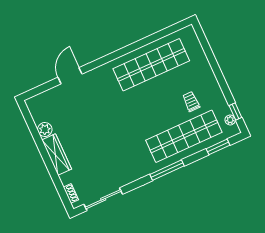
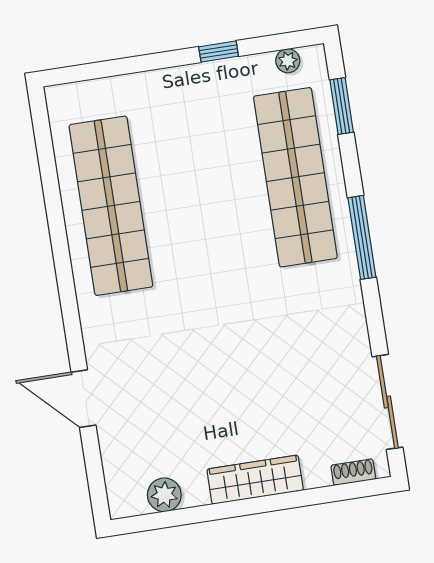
trolley: (191, 102) -> (221, 138), removed
window: (235, 112) -> (219, 51), moved
plant: (45, 130) -> (164, 495), moved

